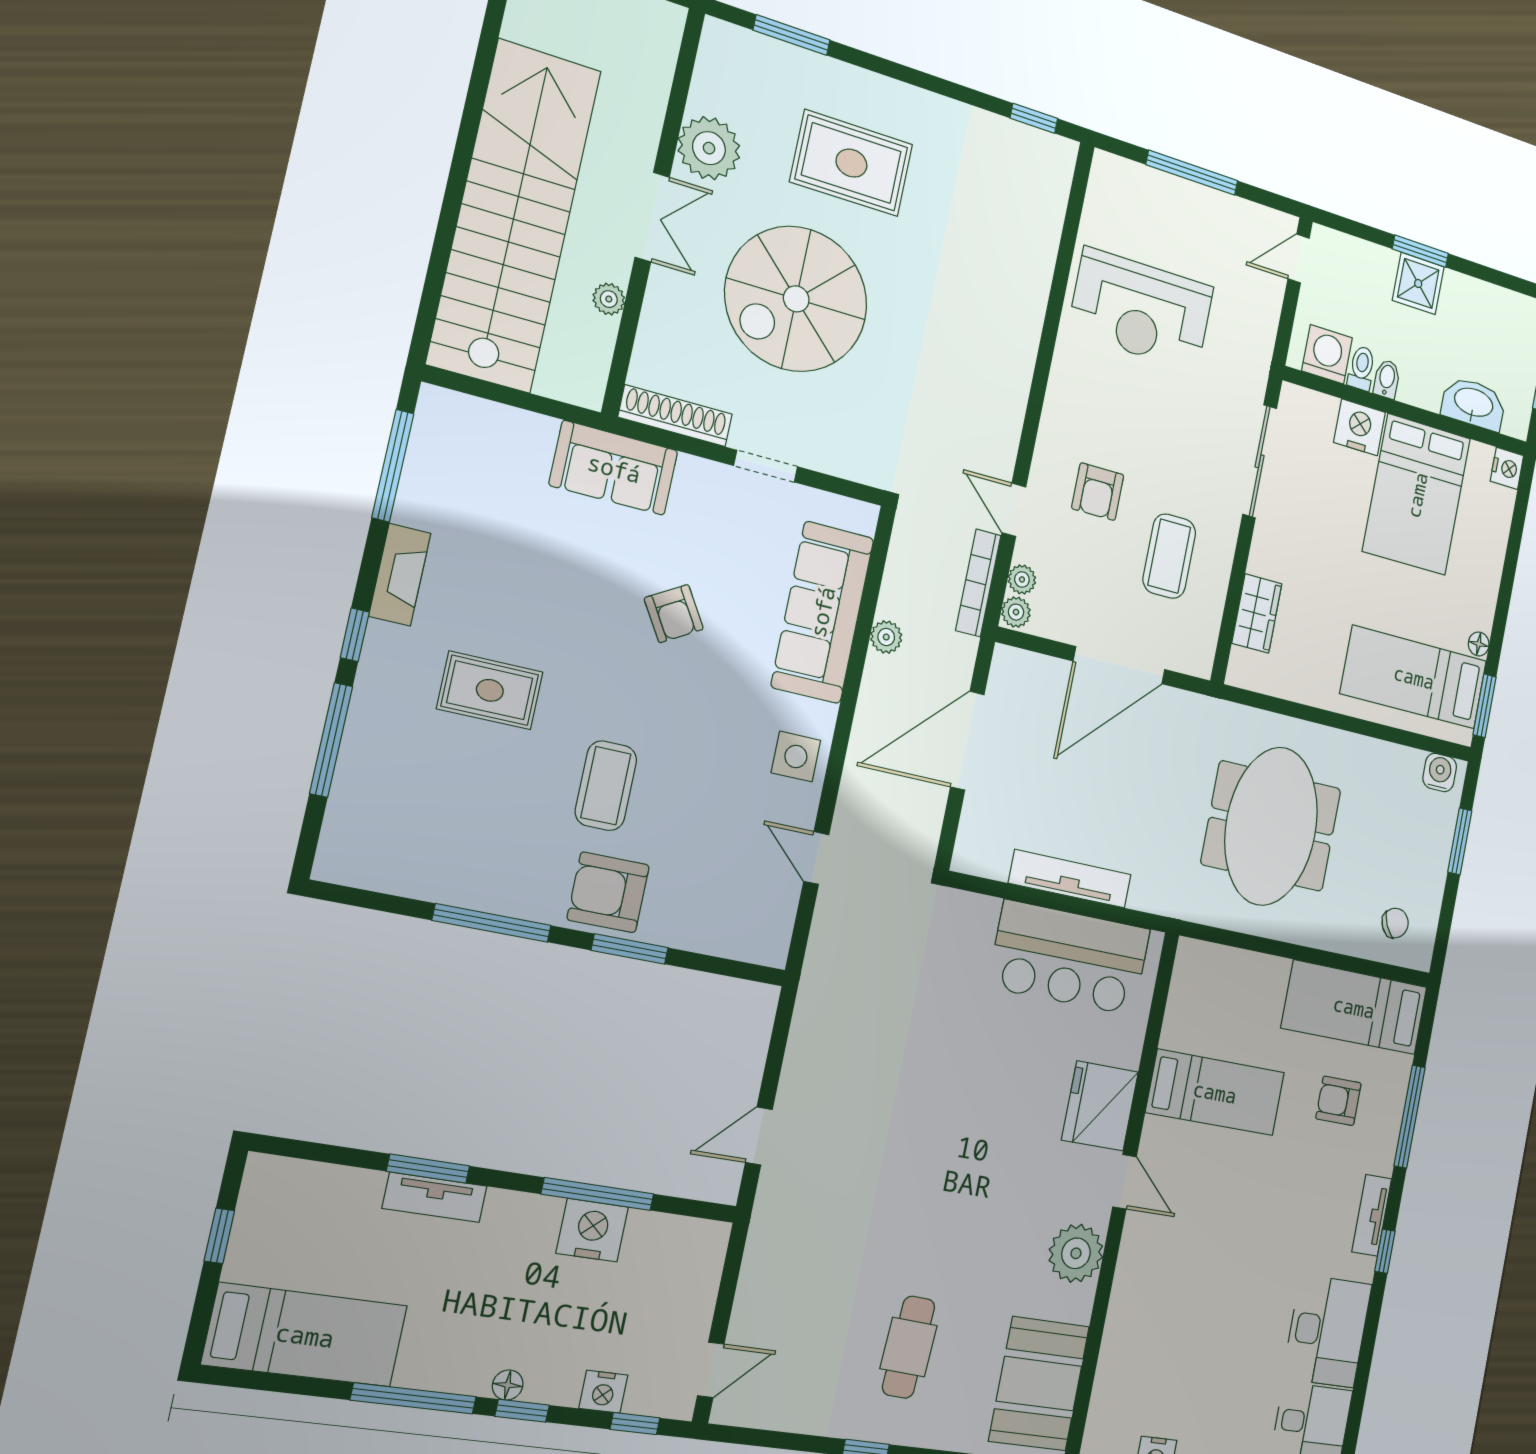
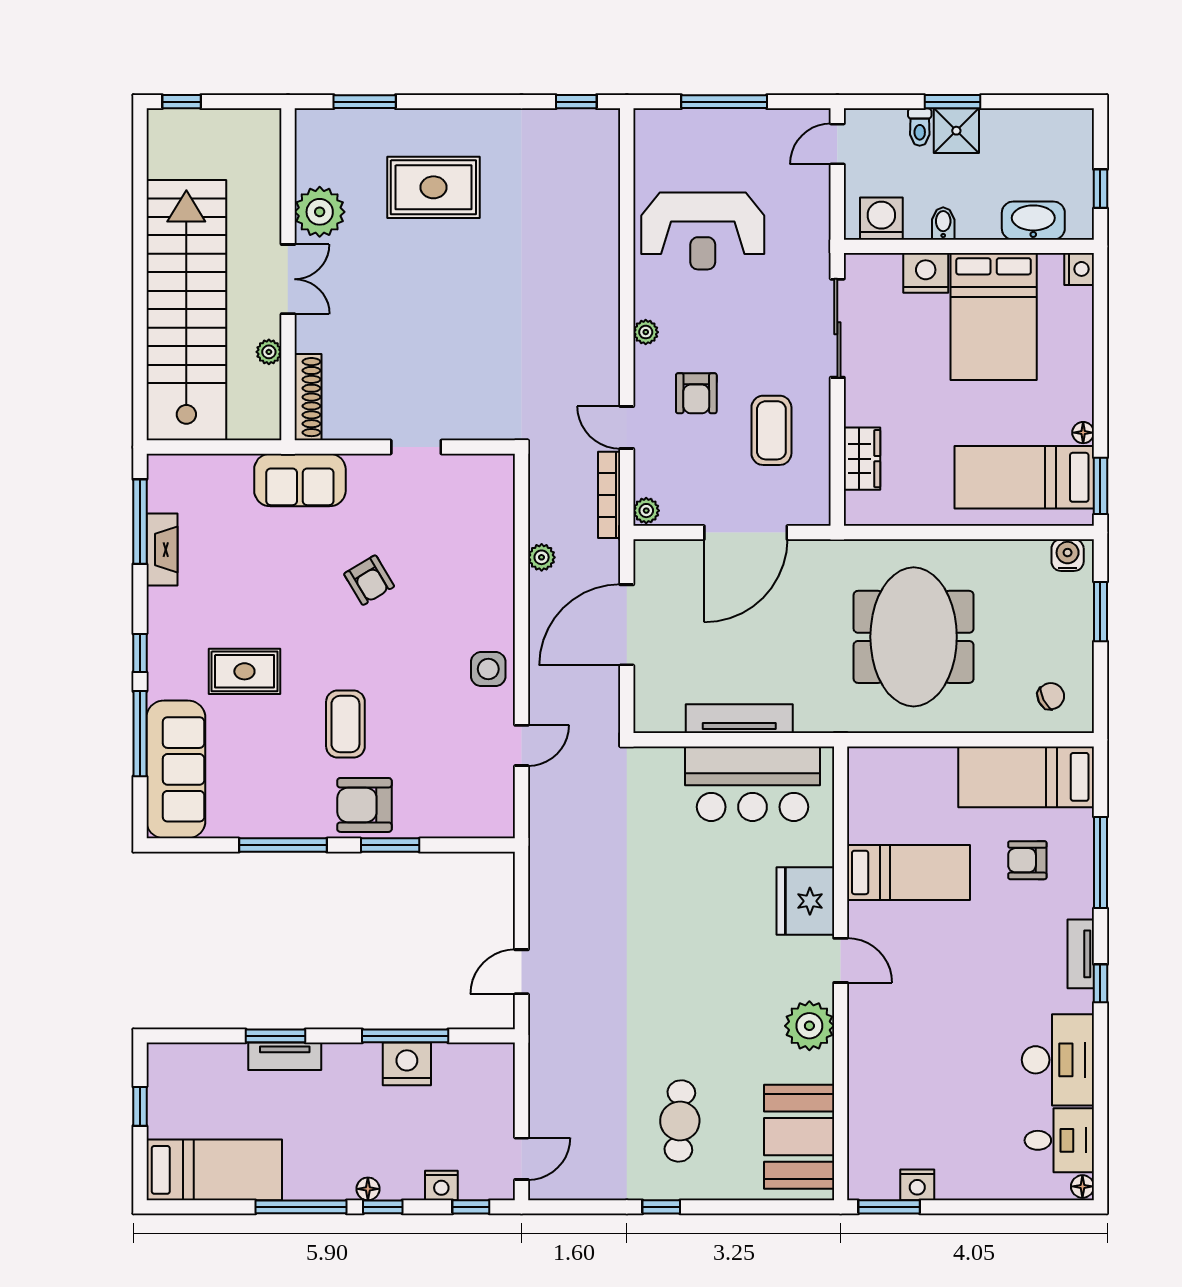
spiral stairs: (796, 299) -> (412, 309), removed
toilet: (1361, 368) -> (920, 127), moved, turned 180
shoe rack: (675, 416) -> (308, 397), moved, turned 90
fireplace: (400, 575) -> (162, 550), moved
plant: (1022, 579) -> (646, 332), moved
sofa: (822, 612) -> (176, 769), moved, turned 180
door: (816, 858) -> (522, 745), swing flipped

